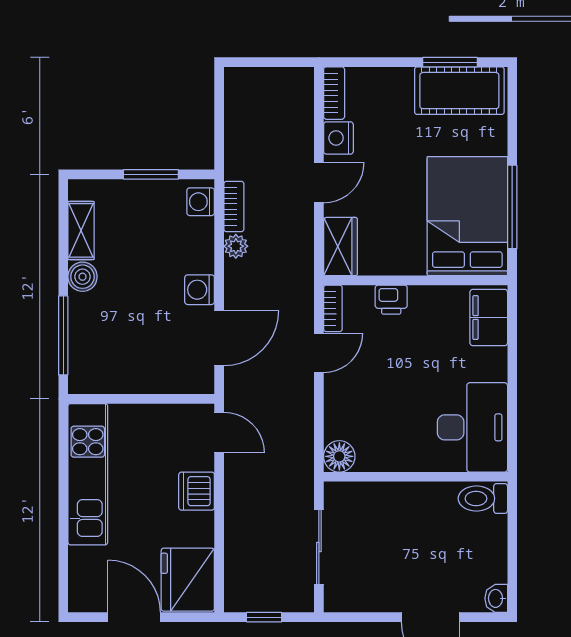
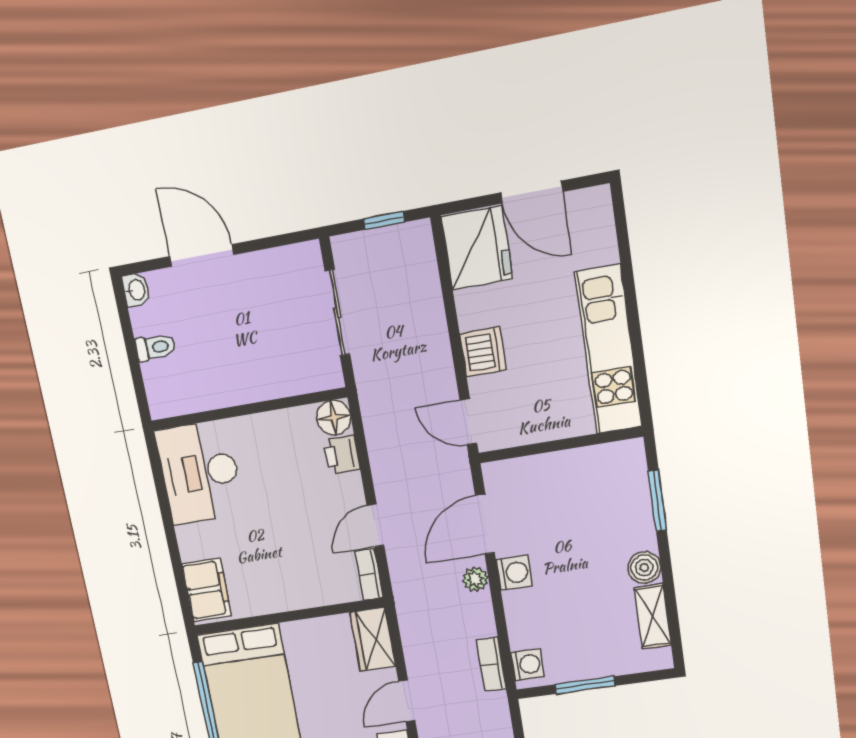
plant: (236, 246) -> (475, 579), moved
printer: (391, 300) -> (342, 455), moved, turned -90
window: (63, 335) -> (657, 501), width x0.69
toilet: (483, 498) -> (155, 347), moved, width x0.73, depth x0.72

